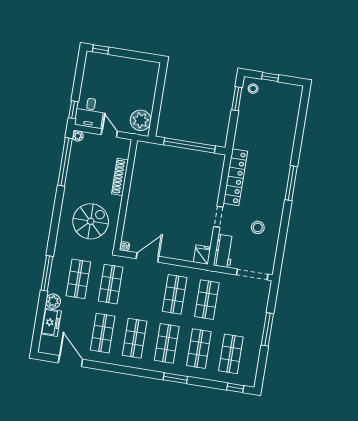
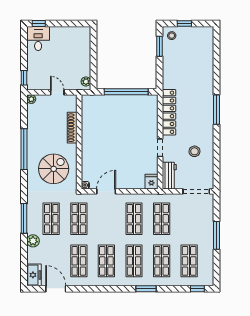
desk: (90, 113) -> (38, 38), moved, turned 180
plant: (141, 120) -> (86, 82), width x0.53, depth x0.53
window: (65, 162) -> (24, 149), moved
freezer: (51, 322) -> (34, 275), moved

